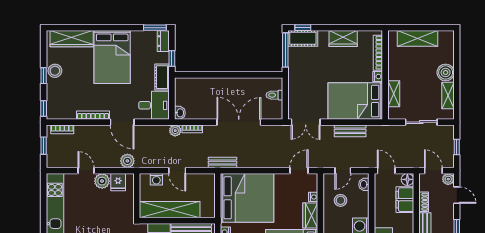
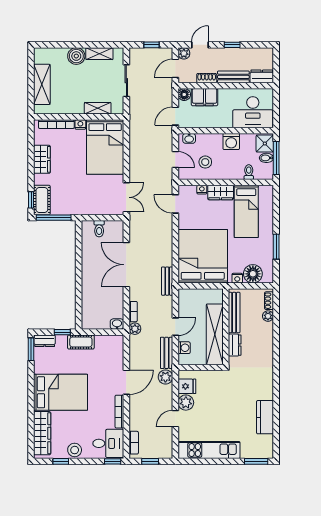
window: (44, 76) -> (61, 461), moved
desk: (154, 105) -> (108, 443), moved, turned 90
bench: (350, 131) -> (167, 353), moved

